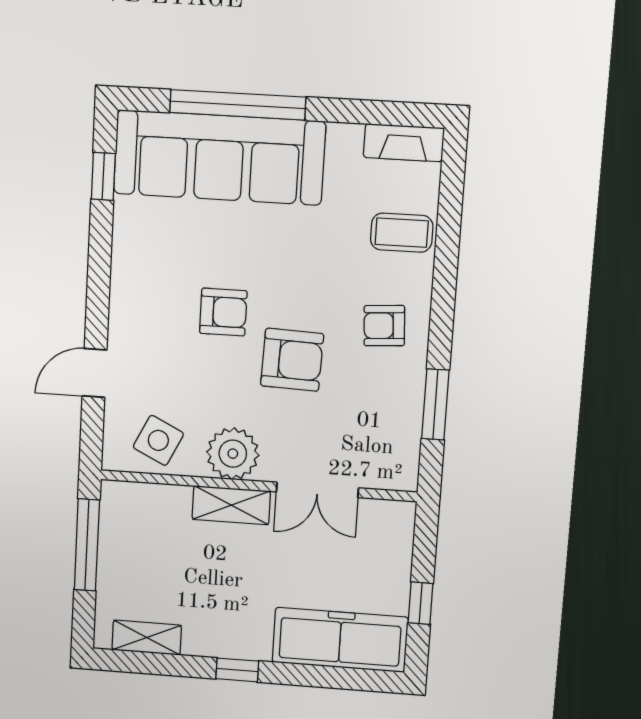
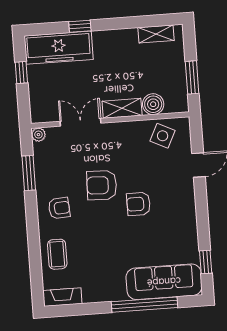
sofa: (219, 157) -> (164, 282), width x0.74, depth x0.79
coffee table: (402, 233) -> (57, 254), turned 90
plant: (233, 454) -> (38, 135), moved, width x0.53, depth x0.53
boiler: (169, 504) -> (153, 104), added
window: (87, 545) -> (192, 77), width x0.69
window: (237, 670) -> (80, 26), moved

